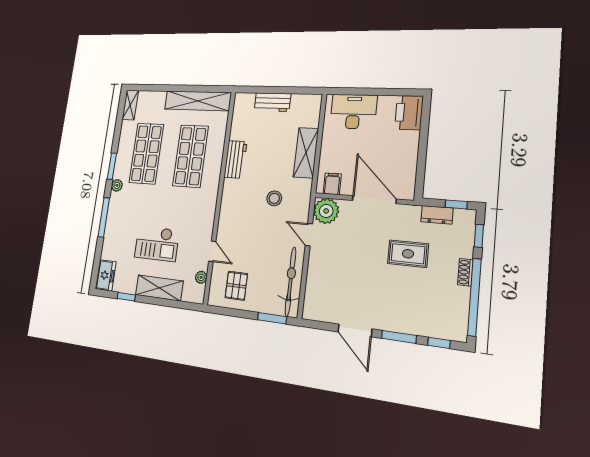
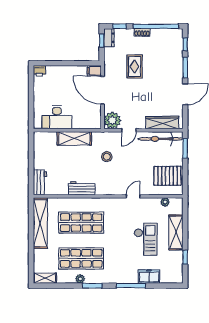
workbench: (272, 102) -> (40, 182), moved
desk: (353, 112) -> (57, 117), moved, turned -90
printer: (409, 113) -> (39, 71), width x0.53, depth x0.68
filing cabinet: (332, 184) -> (94, 71), moved
plant: (117, 185) -> (80, 279), moved
door: (374, 200) -> (103, 90), hinge flipped
dresser: (437, 215) -> (109, 38), moved
door: (212, 251) -> (133, 196), moved
freezer: (106, 275) -> (149, 276), moved
pallet: (236, 286) -> (168, 176), width x1.50, depth x1.42
wardrobe: (315, 288) -> (162, 123), added

